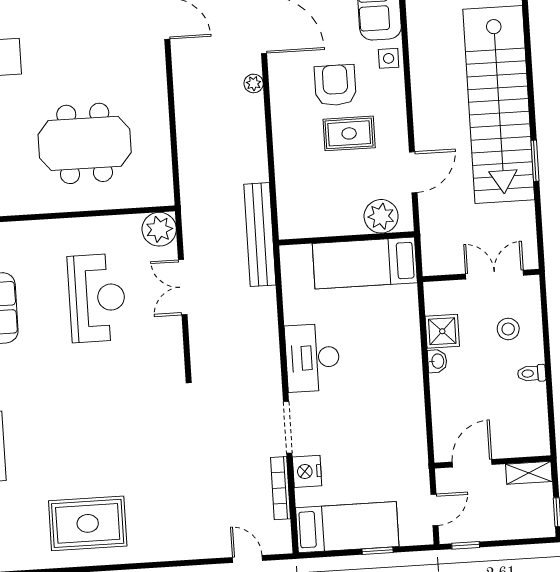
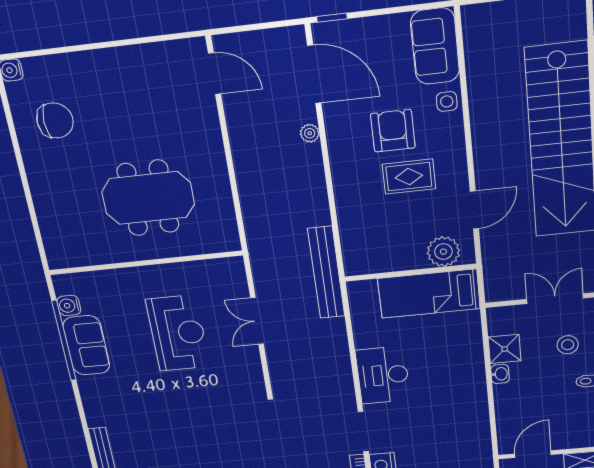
plant: (159, 229) -> (229, 272), removed

